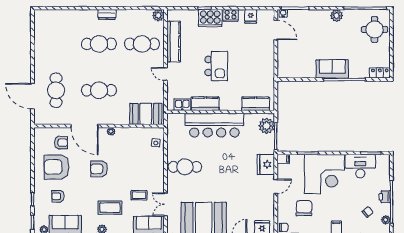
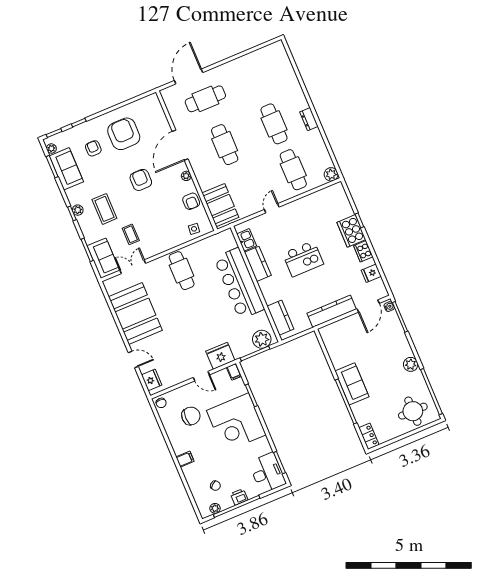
kitchen counter: (174, 42) -> (332, 311), moved, turned 180
armchair: (61, 143) -> (191, 201), moved
desk: (360, 166) -> (267, 473), moved

